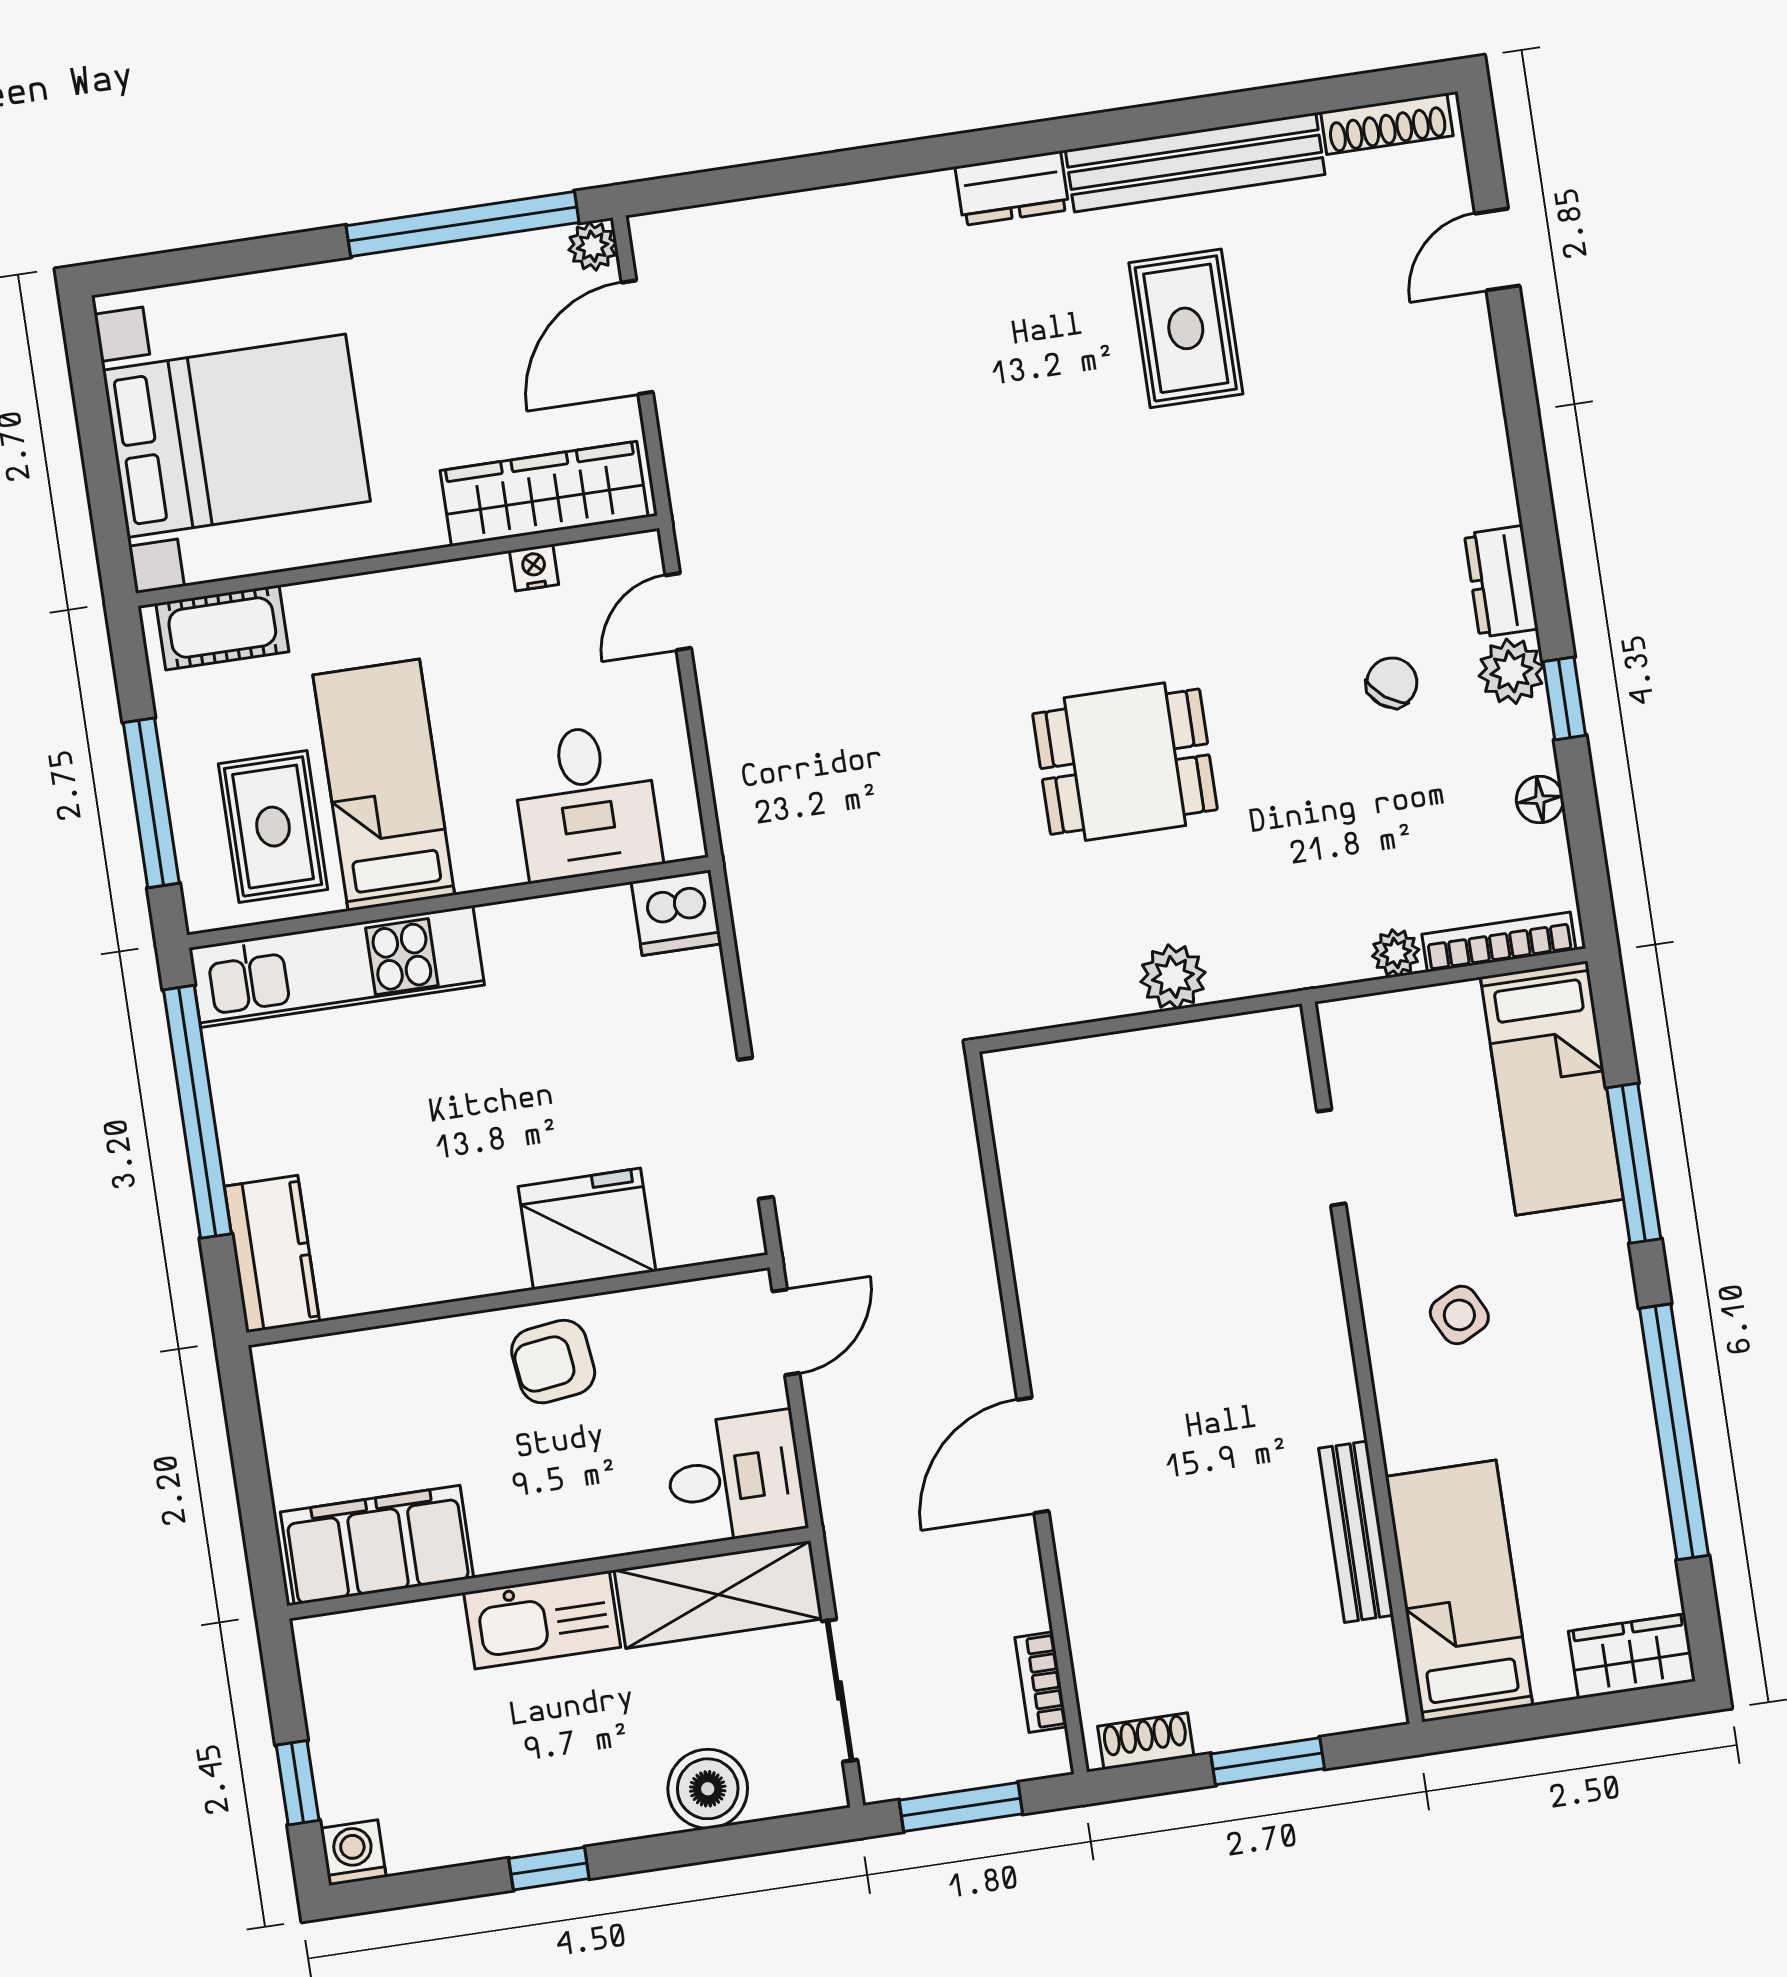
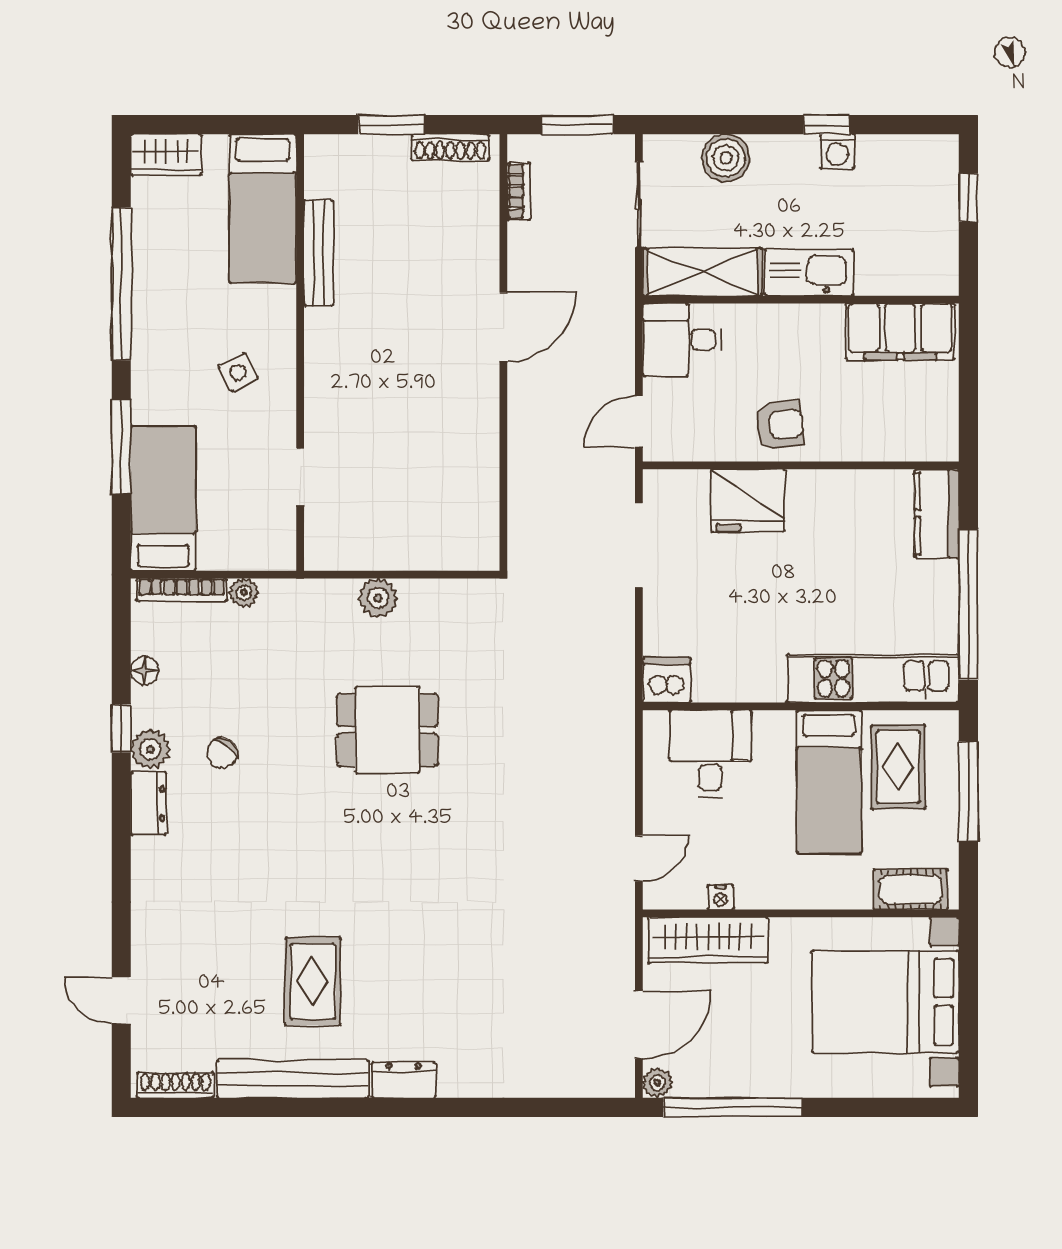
door: (1497, 250) -> (121, 1001), swing flipped
shoe rack: (1146, 1741) -> (450, 147), width x1.43
washing machine: (353, 1853) -> (837, 151), moved

